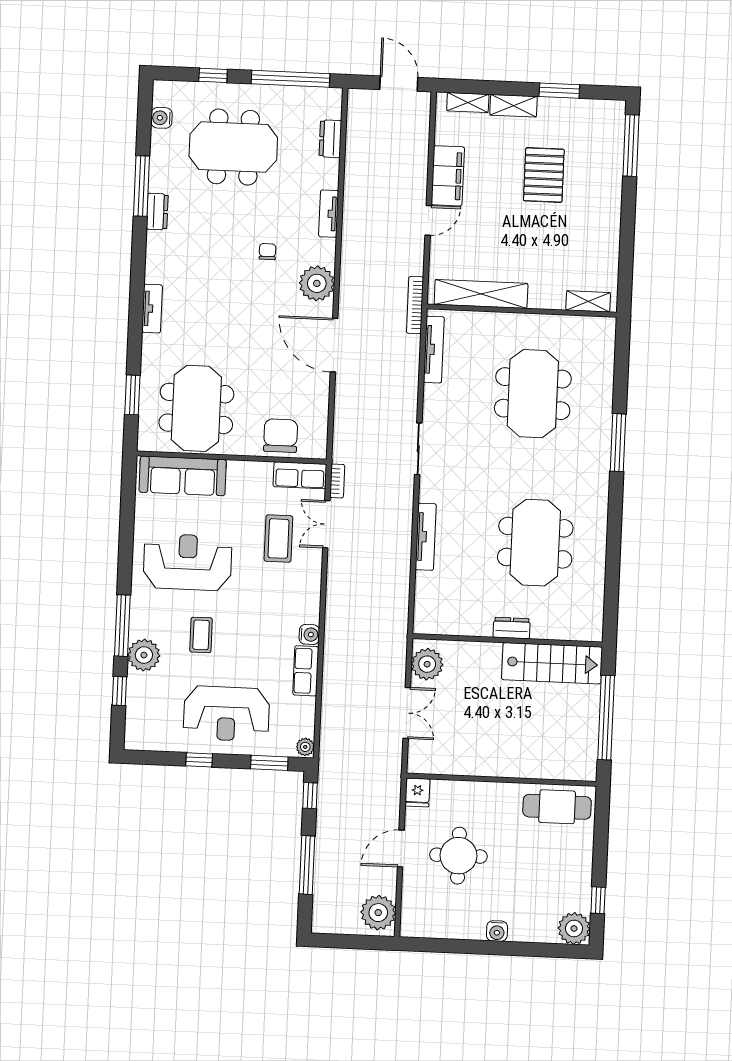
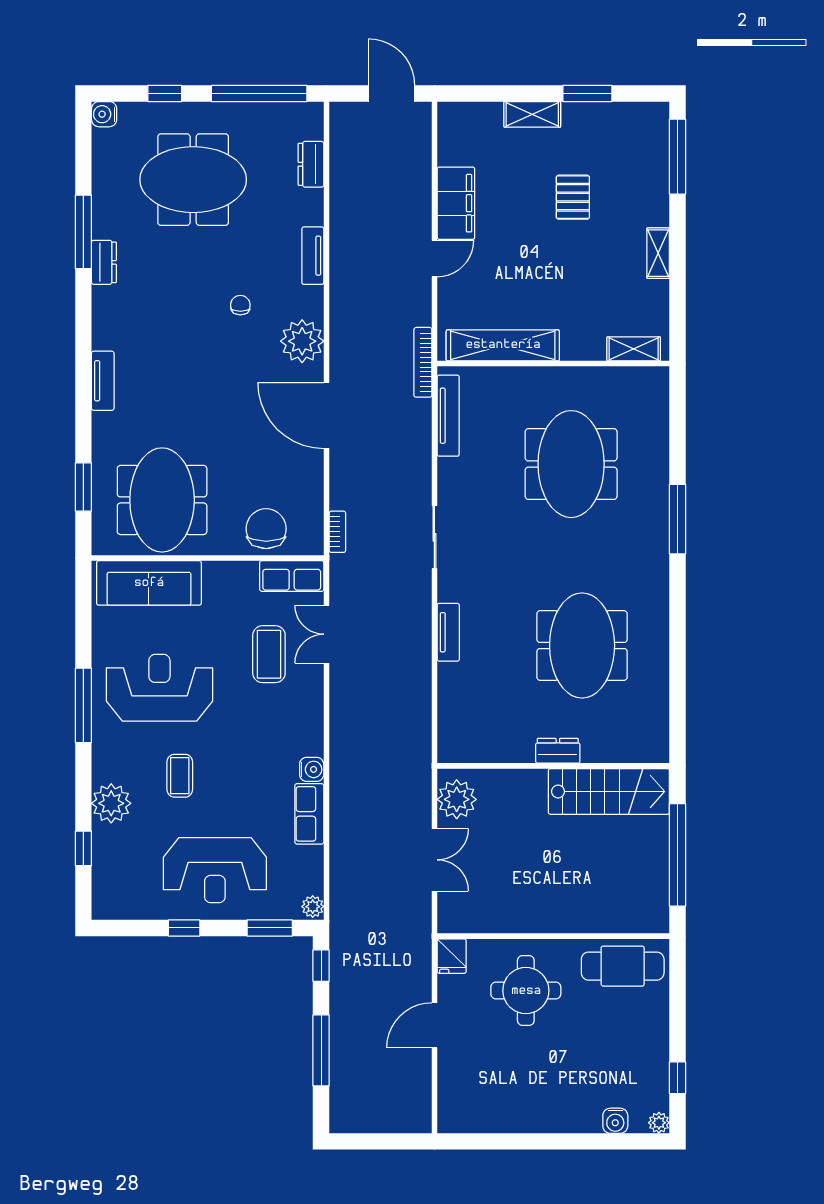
shelving: (468, 103) -> (658, 253), moved, turned 90
water cooler: (162, 118) -> (104, 114), moved
pallet: (544, 175) -> (573, 197), width x0.67, depth x0.71
bookcase: (337, 481) -> (337, 532), moved
tv unit: (426, 537) -> (448, 632), width x0.71
window: (122, 626) -> (83, 705), moved
round table: (458, 856) -> (526, 991), moved
plant: (378, 913) -> (410, 1105), removed
plant: (574, 928) -> (659, 1123), width x0.53, depth x0.53
water cooler: (497, 931) -> (615, 1121), moved

